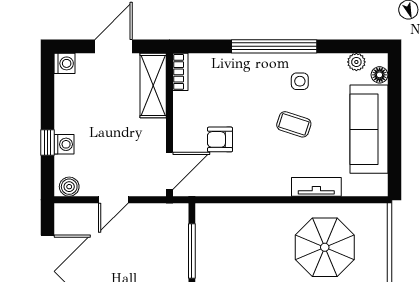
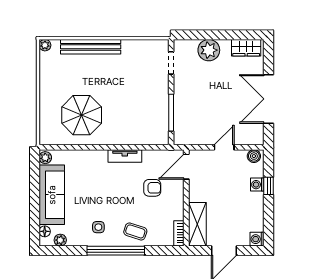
coffee table: (294, 124) -> (135, 231), moved
plant: (379, 184) -> (45, 158), added
tv unit: (316, 187) -> (125, 156), moved

